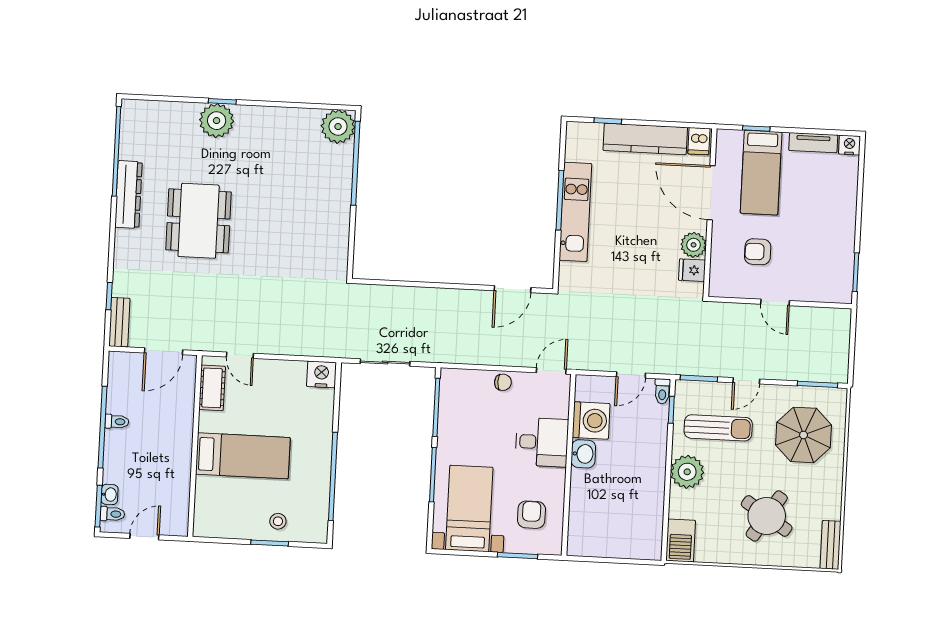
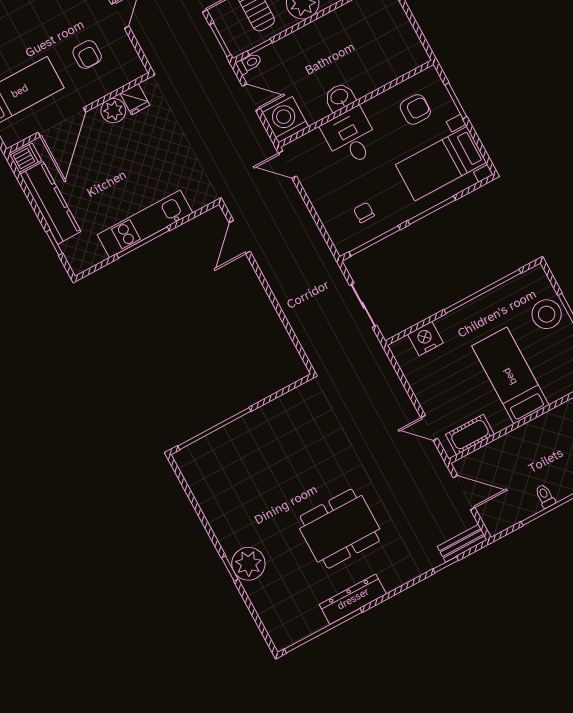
plant: (338, 127) -> (193, 461), removed
door: (513, 289) -> (240, 237), swing flipped
door: (240, 355) -> (429, 428), swing flipped
nightstand: (322, 374) -> (425, 339), moved, turned 90
chair: (503, 382) -> (364, 212), moved
washing machine: (591, 420) -> (285, 120), moved
armchair: (531, 515) -> (415, 109), turned 180
stool: (278, 521) -> (547, 314), width x1.89, depth x1.89

